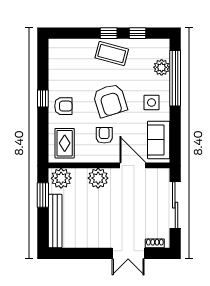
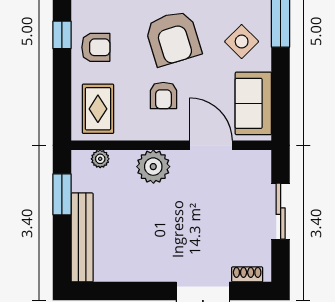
side table: (152, 103) -> (242, 42), turned 45
armchair: (104, 135) -> (163, 96), turned 180
plant: (61, 178) -> (100, 159), width x0.53, depth x0.53
sliding door: (175, 205) -> (281, 211), width x0.73

